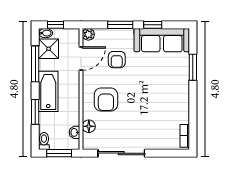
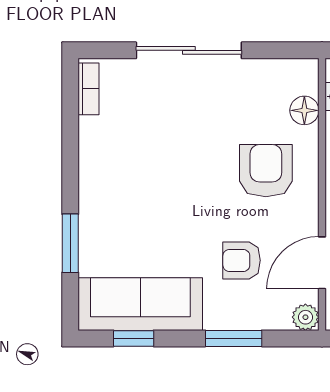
window: (153, 25) -> (134, 338), moved
armchair: (117, 60) -> (242, 260), turned -90
sliding door: (121, 153) -> (189, 50), moved

